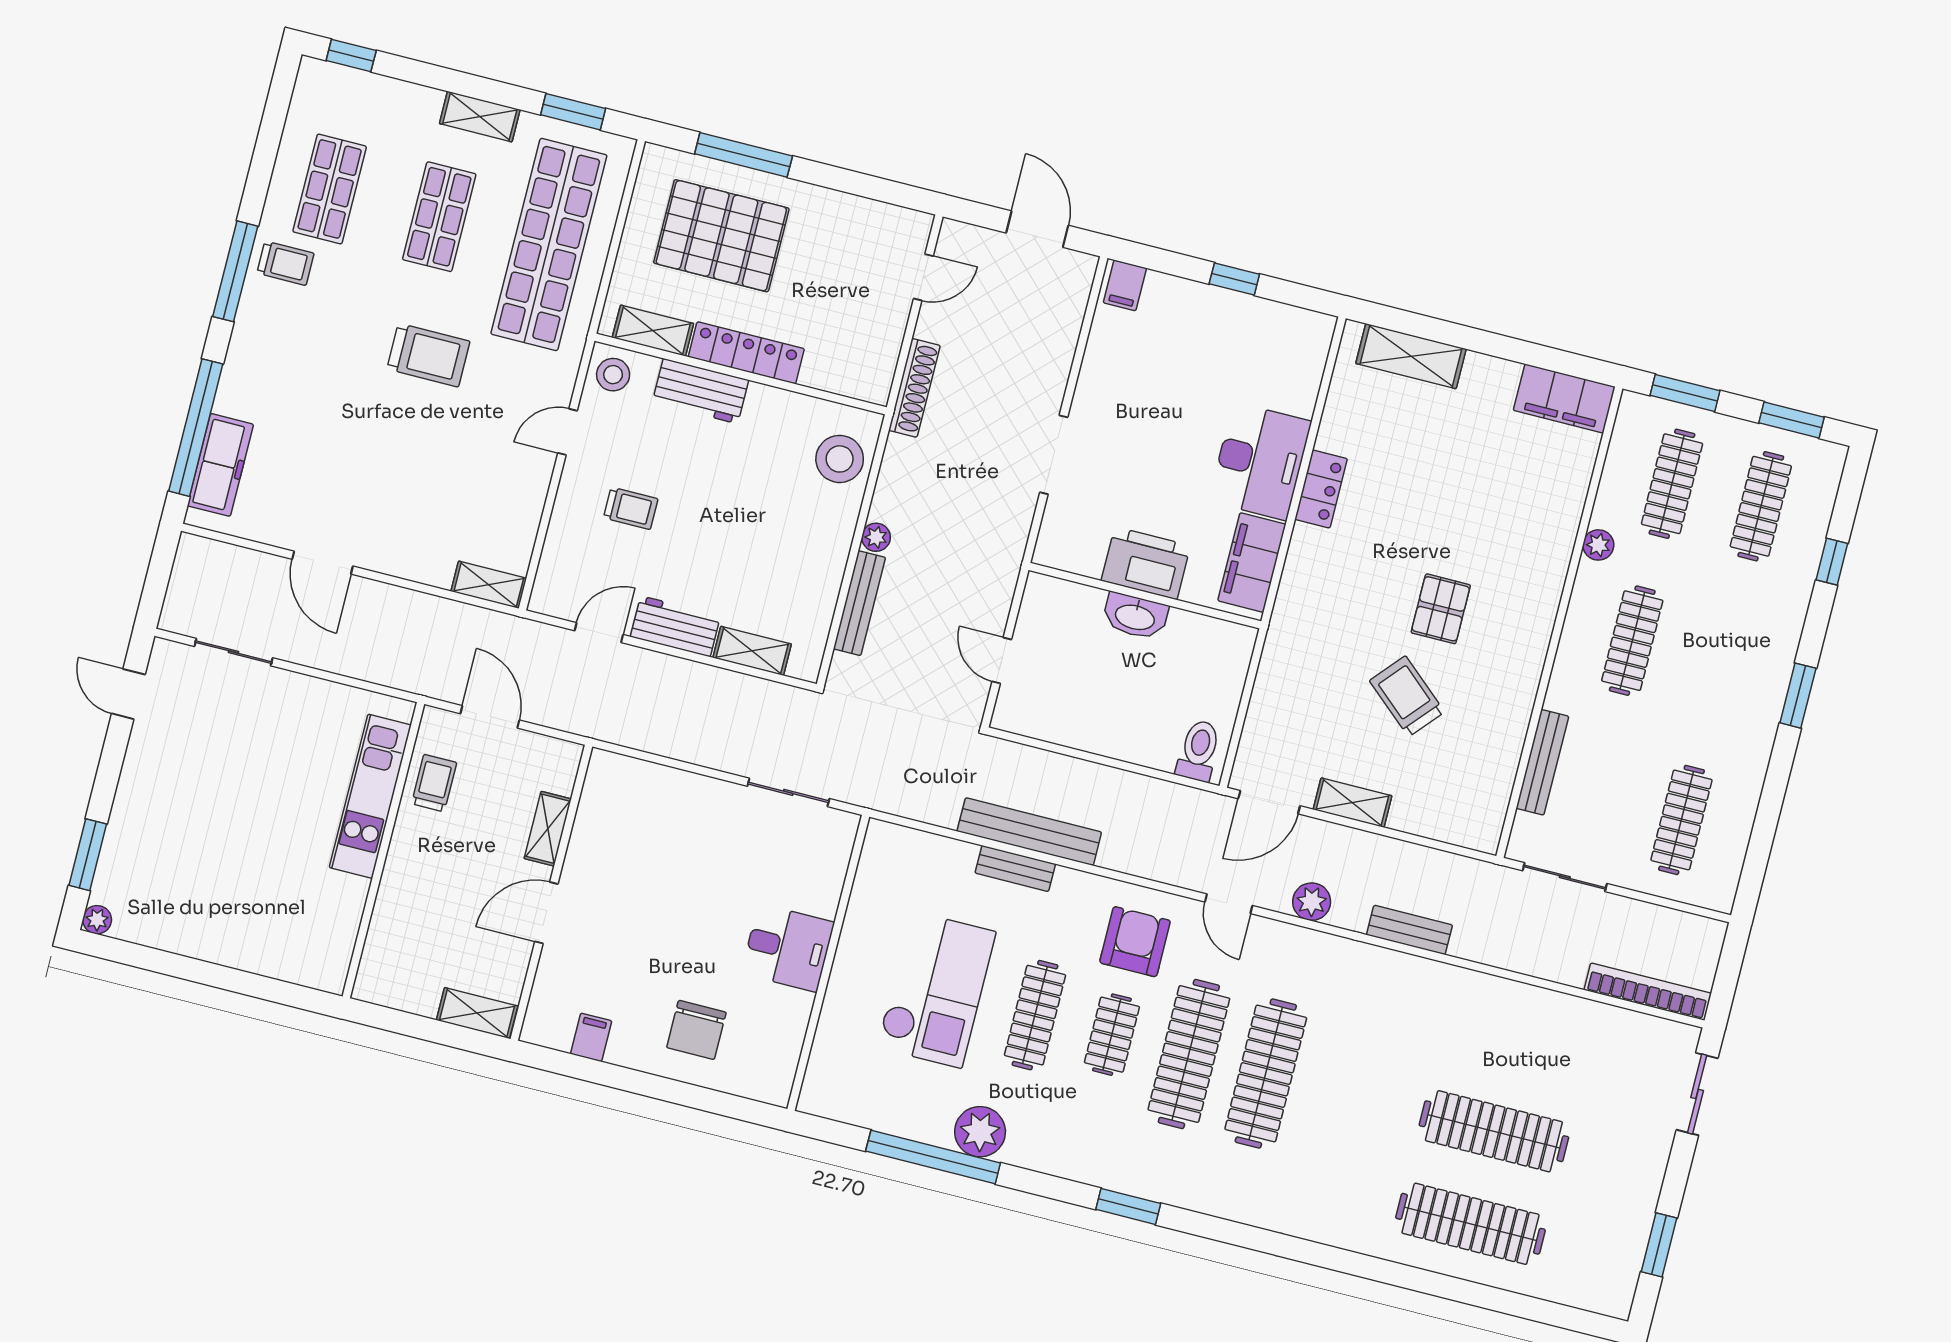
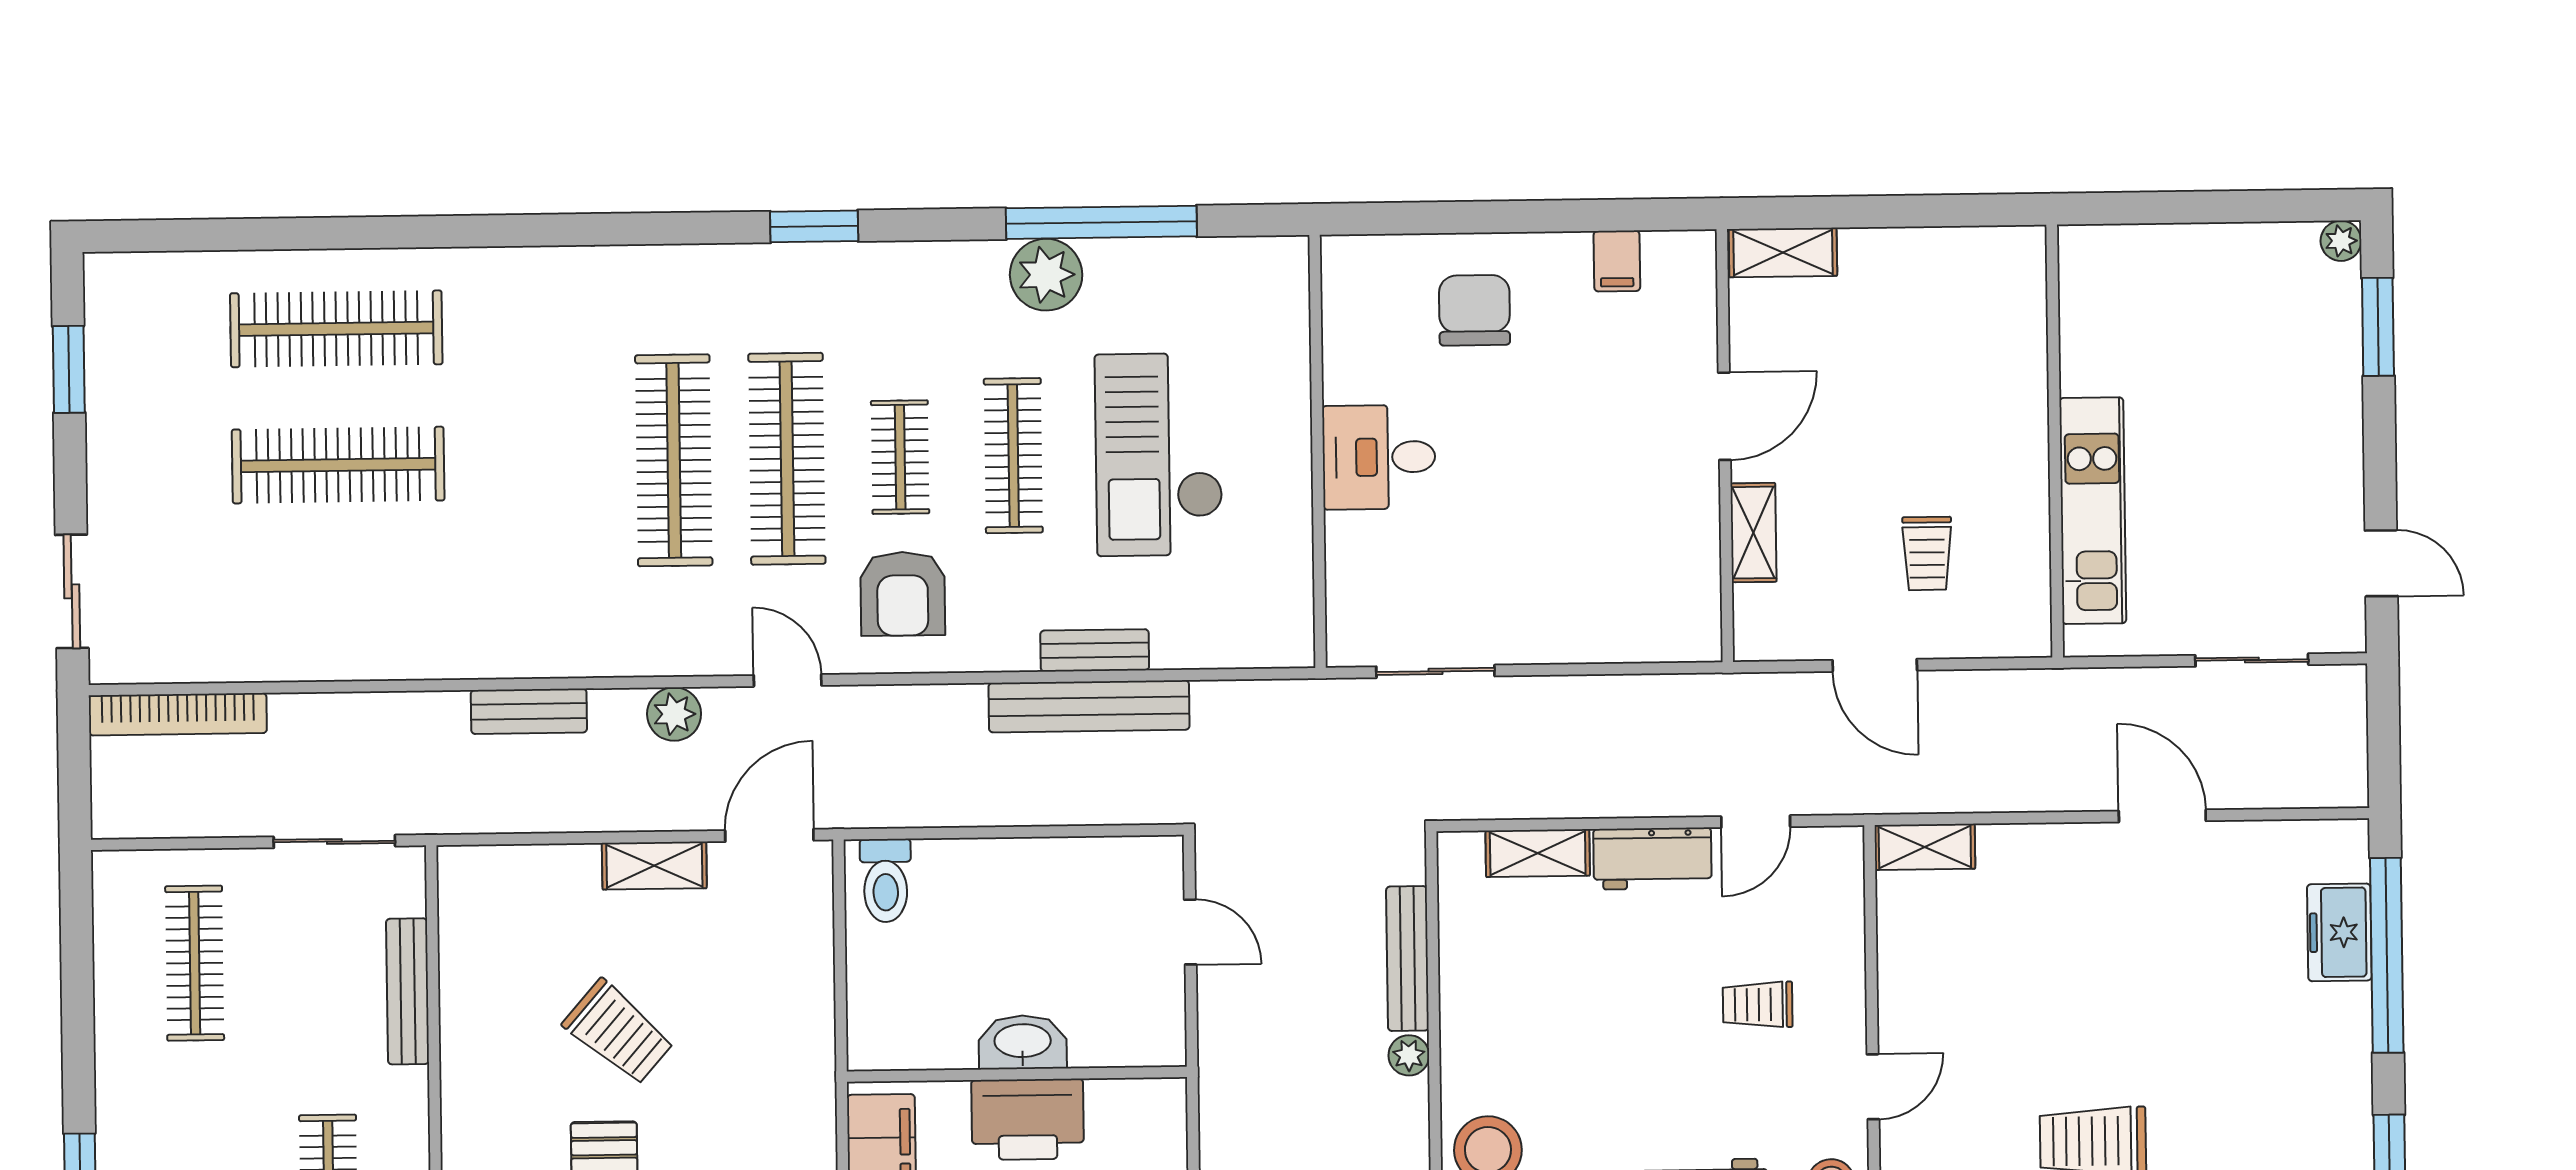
freezer: (220, 465) -> (2339, 932), width x0.71
kitchen unit: (370, 796) -> (2093, 511), moved
wall: (383, 850) -> (2055, 441), moved

